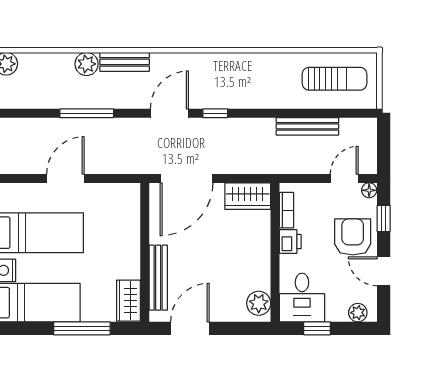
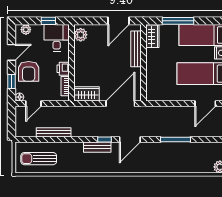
bench: (125, 62) -> (97, 147), moved
plant: (87, 64) -> (176, 167), removed
door: (65, 178) -> (205, 104), moved
door: (384, 271) -> (12, 52), hinge flipped

